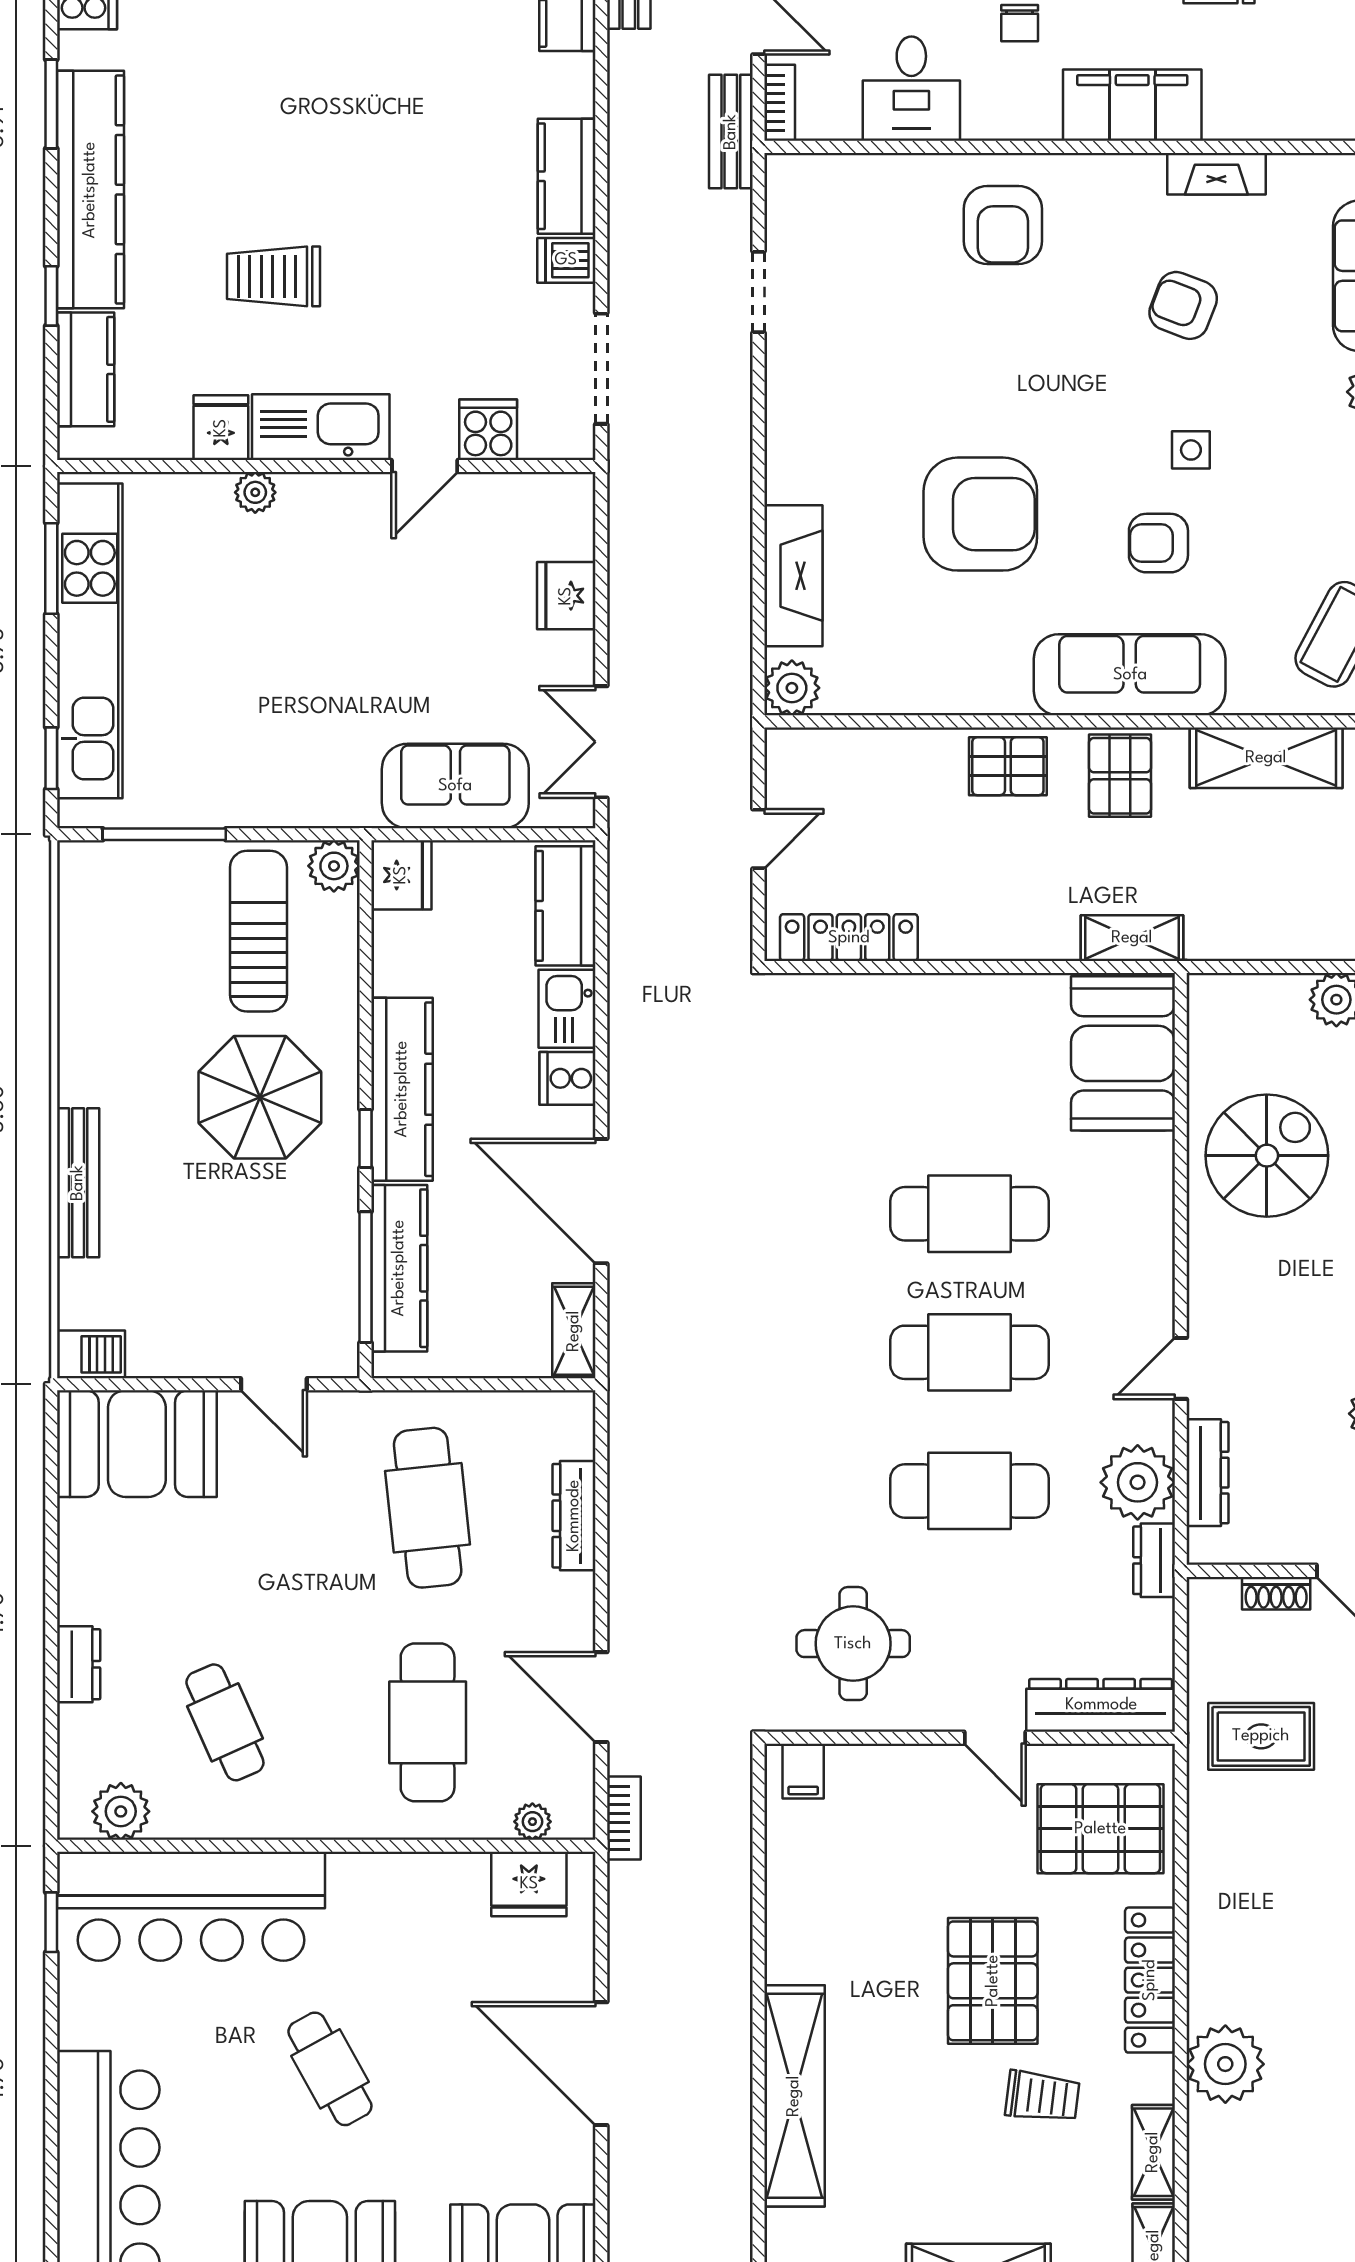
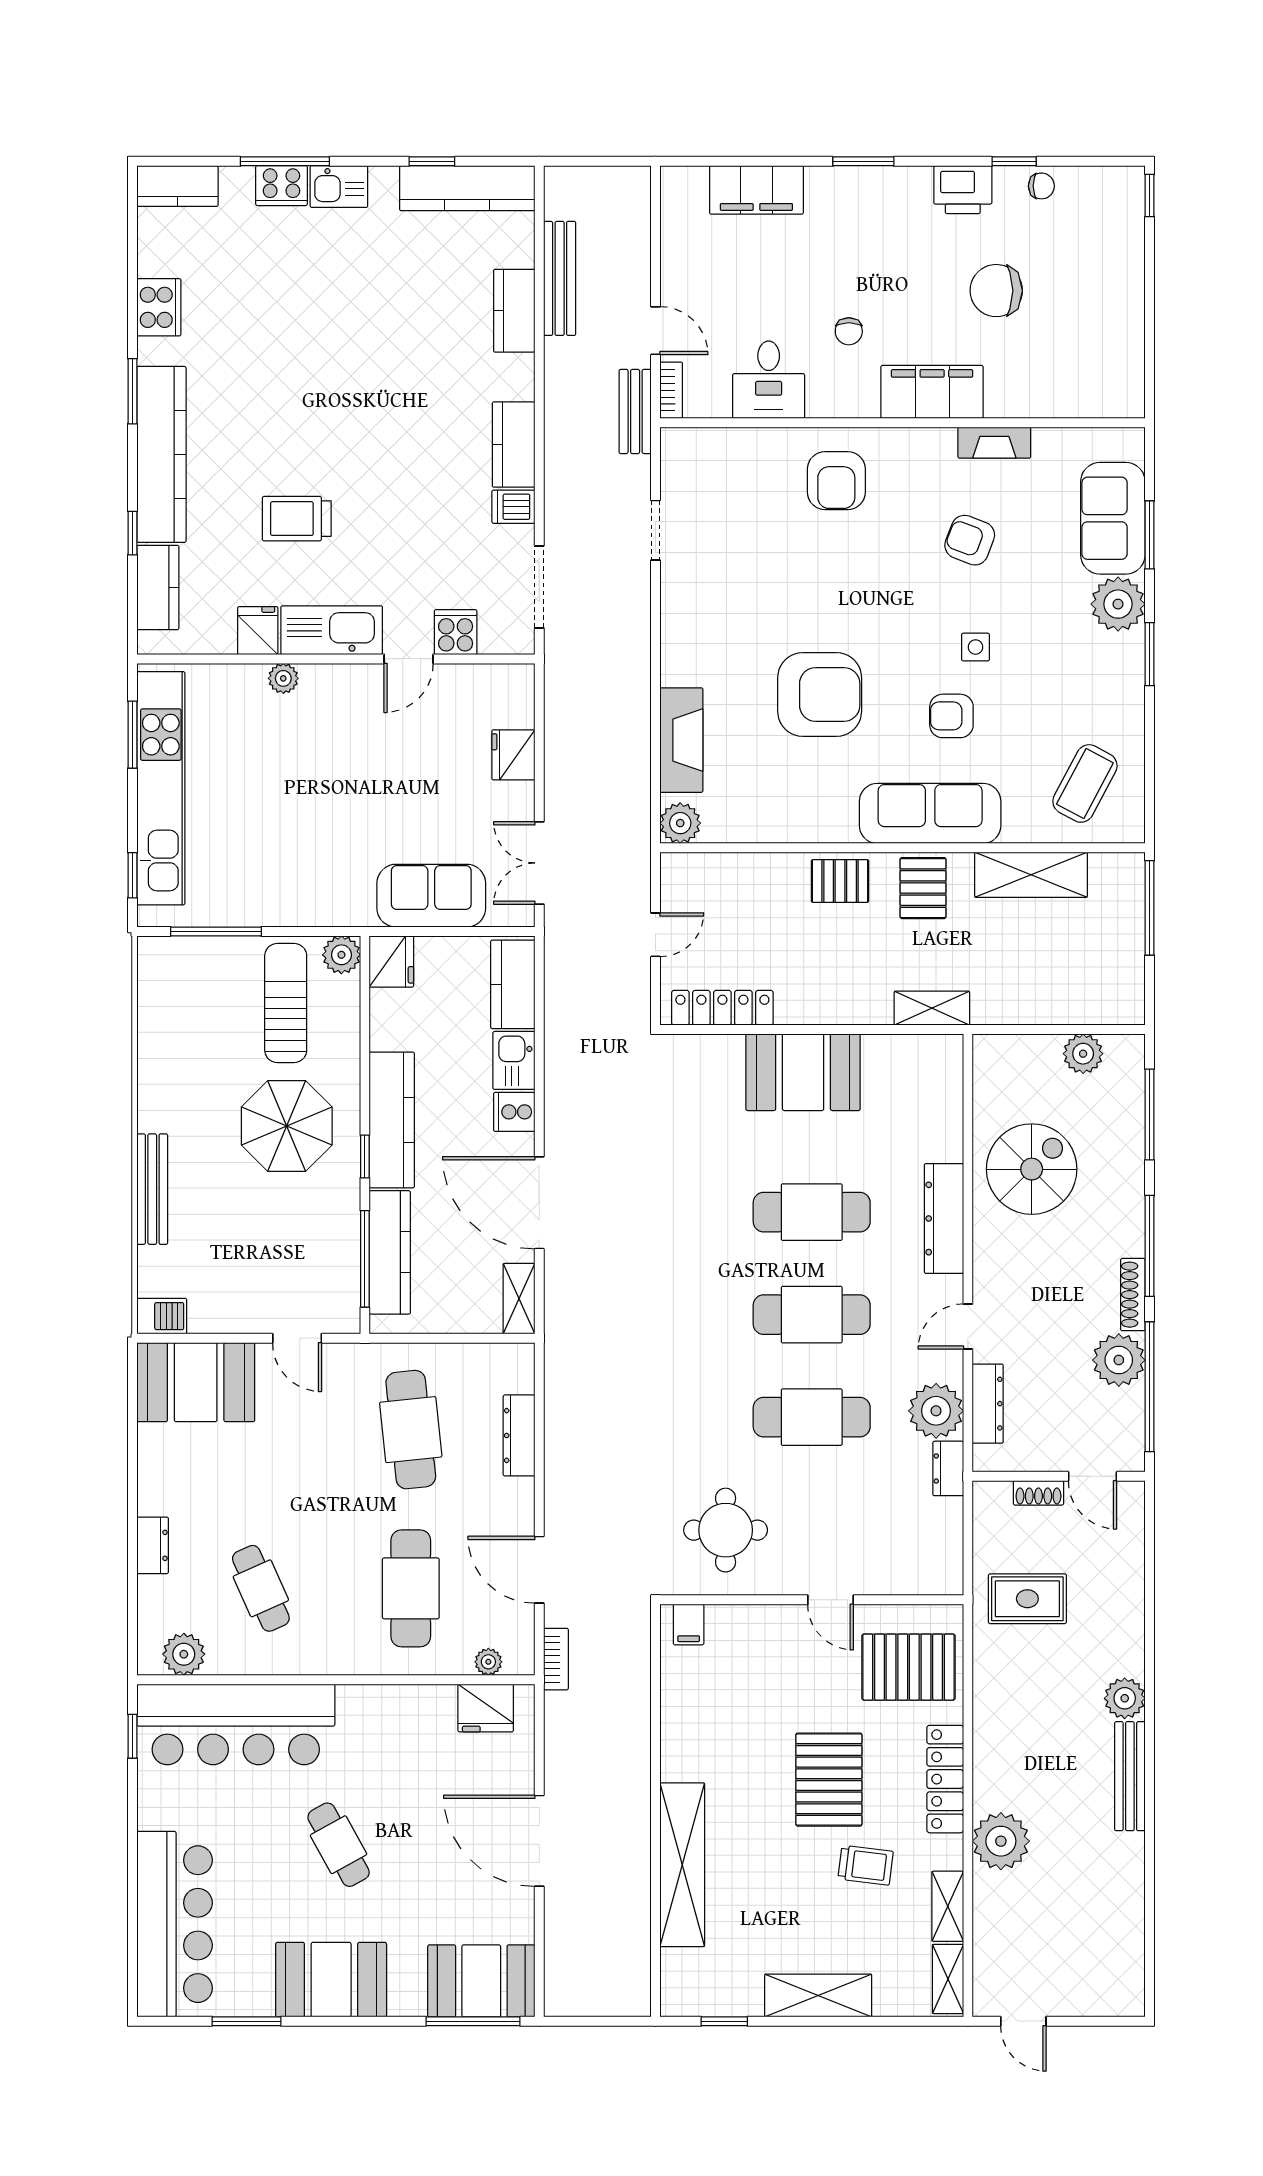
booth: (1123, 1053) -> (803, 1072), moved, turned 90
dresser: (1101, 1705) -> (944, 1218), moved, turned -90

